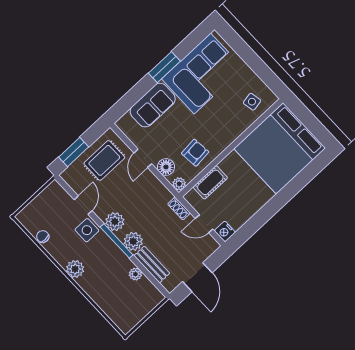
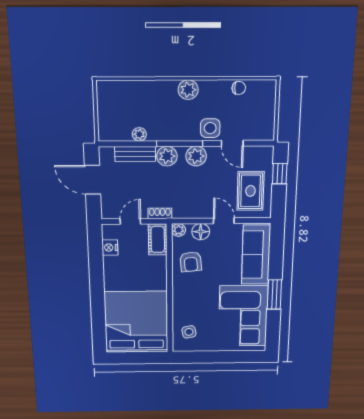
sofa: (153, 105) -> (256, 255), width x1.36
window: (74, 152) -> (280, 174), width x0.67
cot: (210, 182) -> (158, 239), moved
nightstand: (225, 231) -> (110, 248), moved, turned -90

